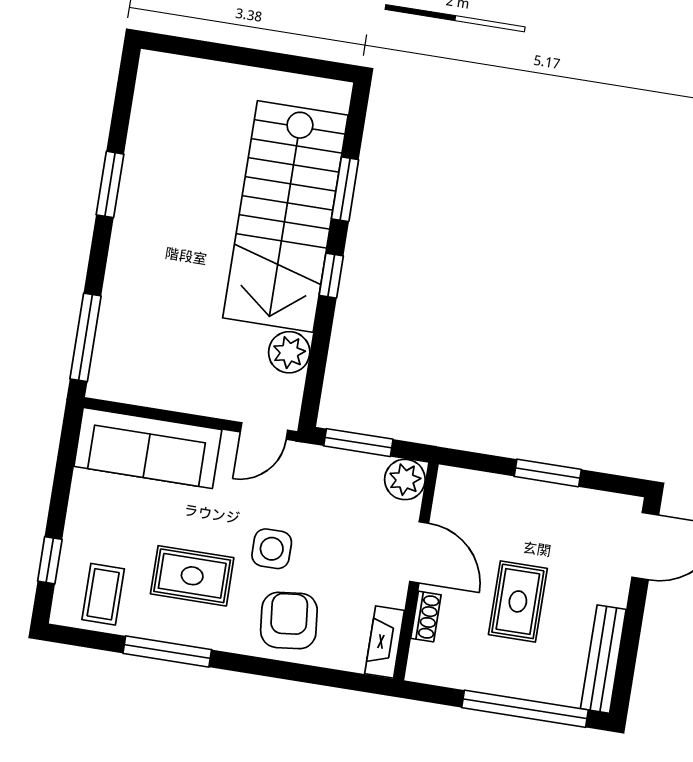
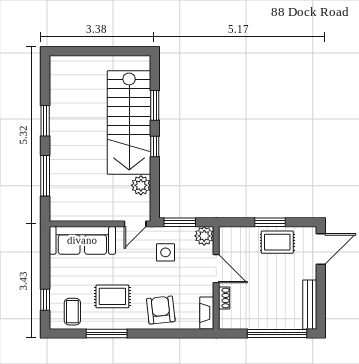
window: (85, 337) -> (45, 176), moved
side table: (272, 549) -> (165, 252), moved
rug: (518, 601) -> (277, 242), moved, turned 90

